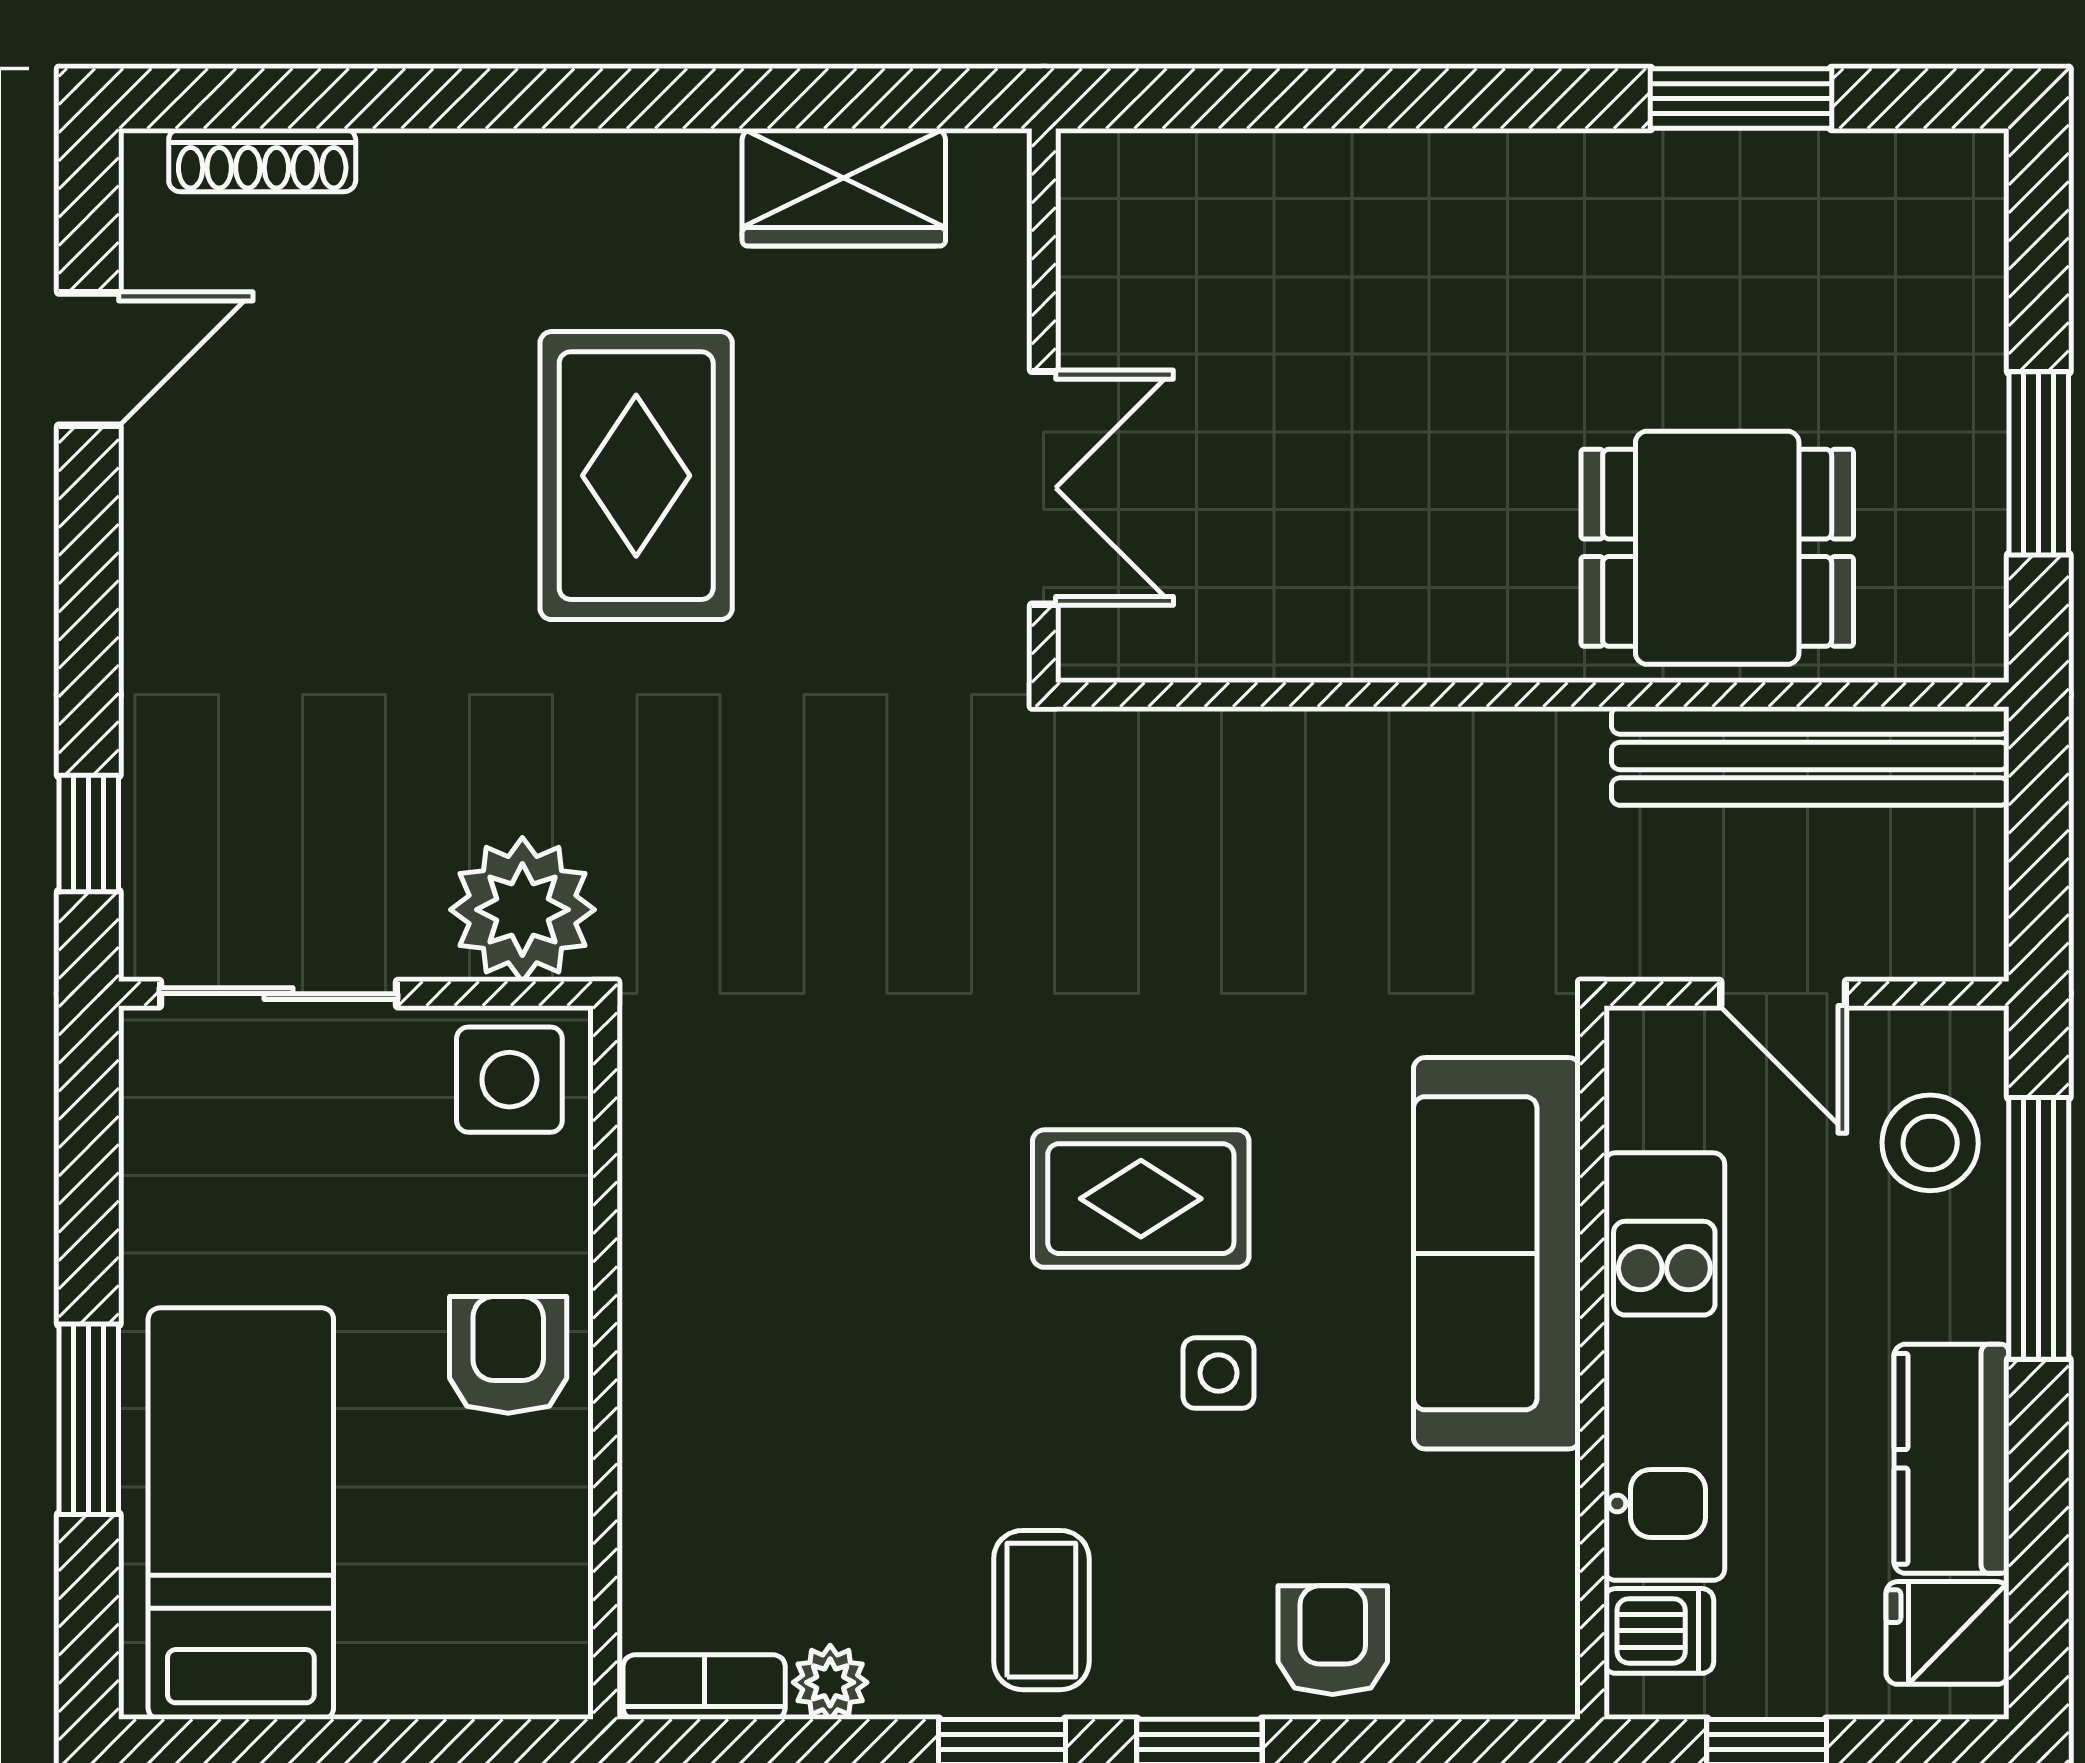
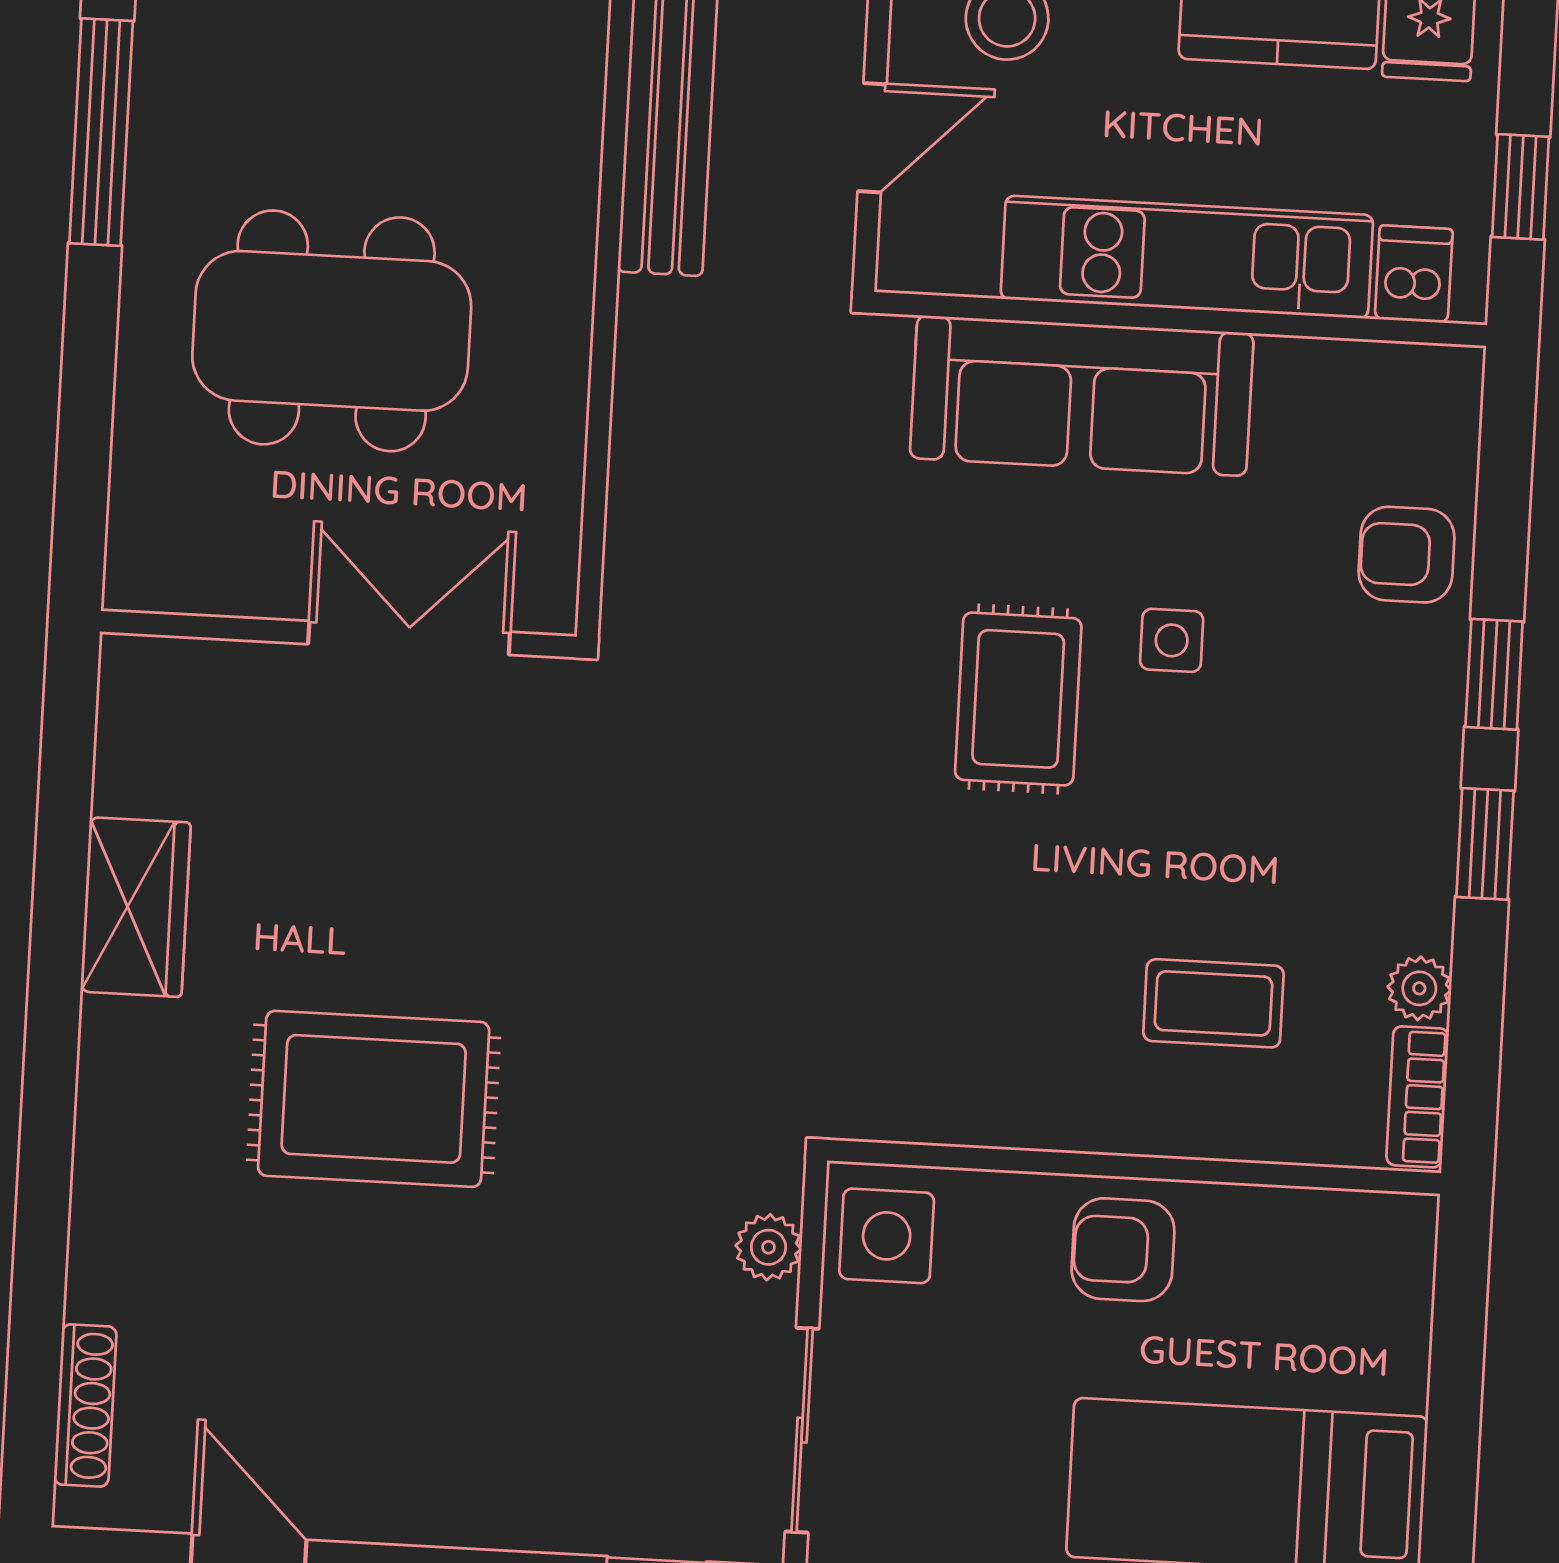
window: (1741, 98) -> (101, 132), width x1.44
wall: (1044, 406) -> (338, 634), moved
double door: (1044, 488) -> (409, 638), moved
dining table: (1717, 548) -> (332, 331), moved, width x1.38
plant: (522, 910) -> (768, 1247), width x0.53, depth x0.53
coffee table: (1041, 1610) -> (1213, 1003), moved

